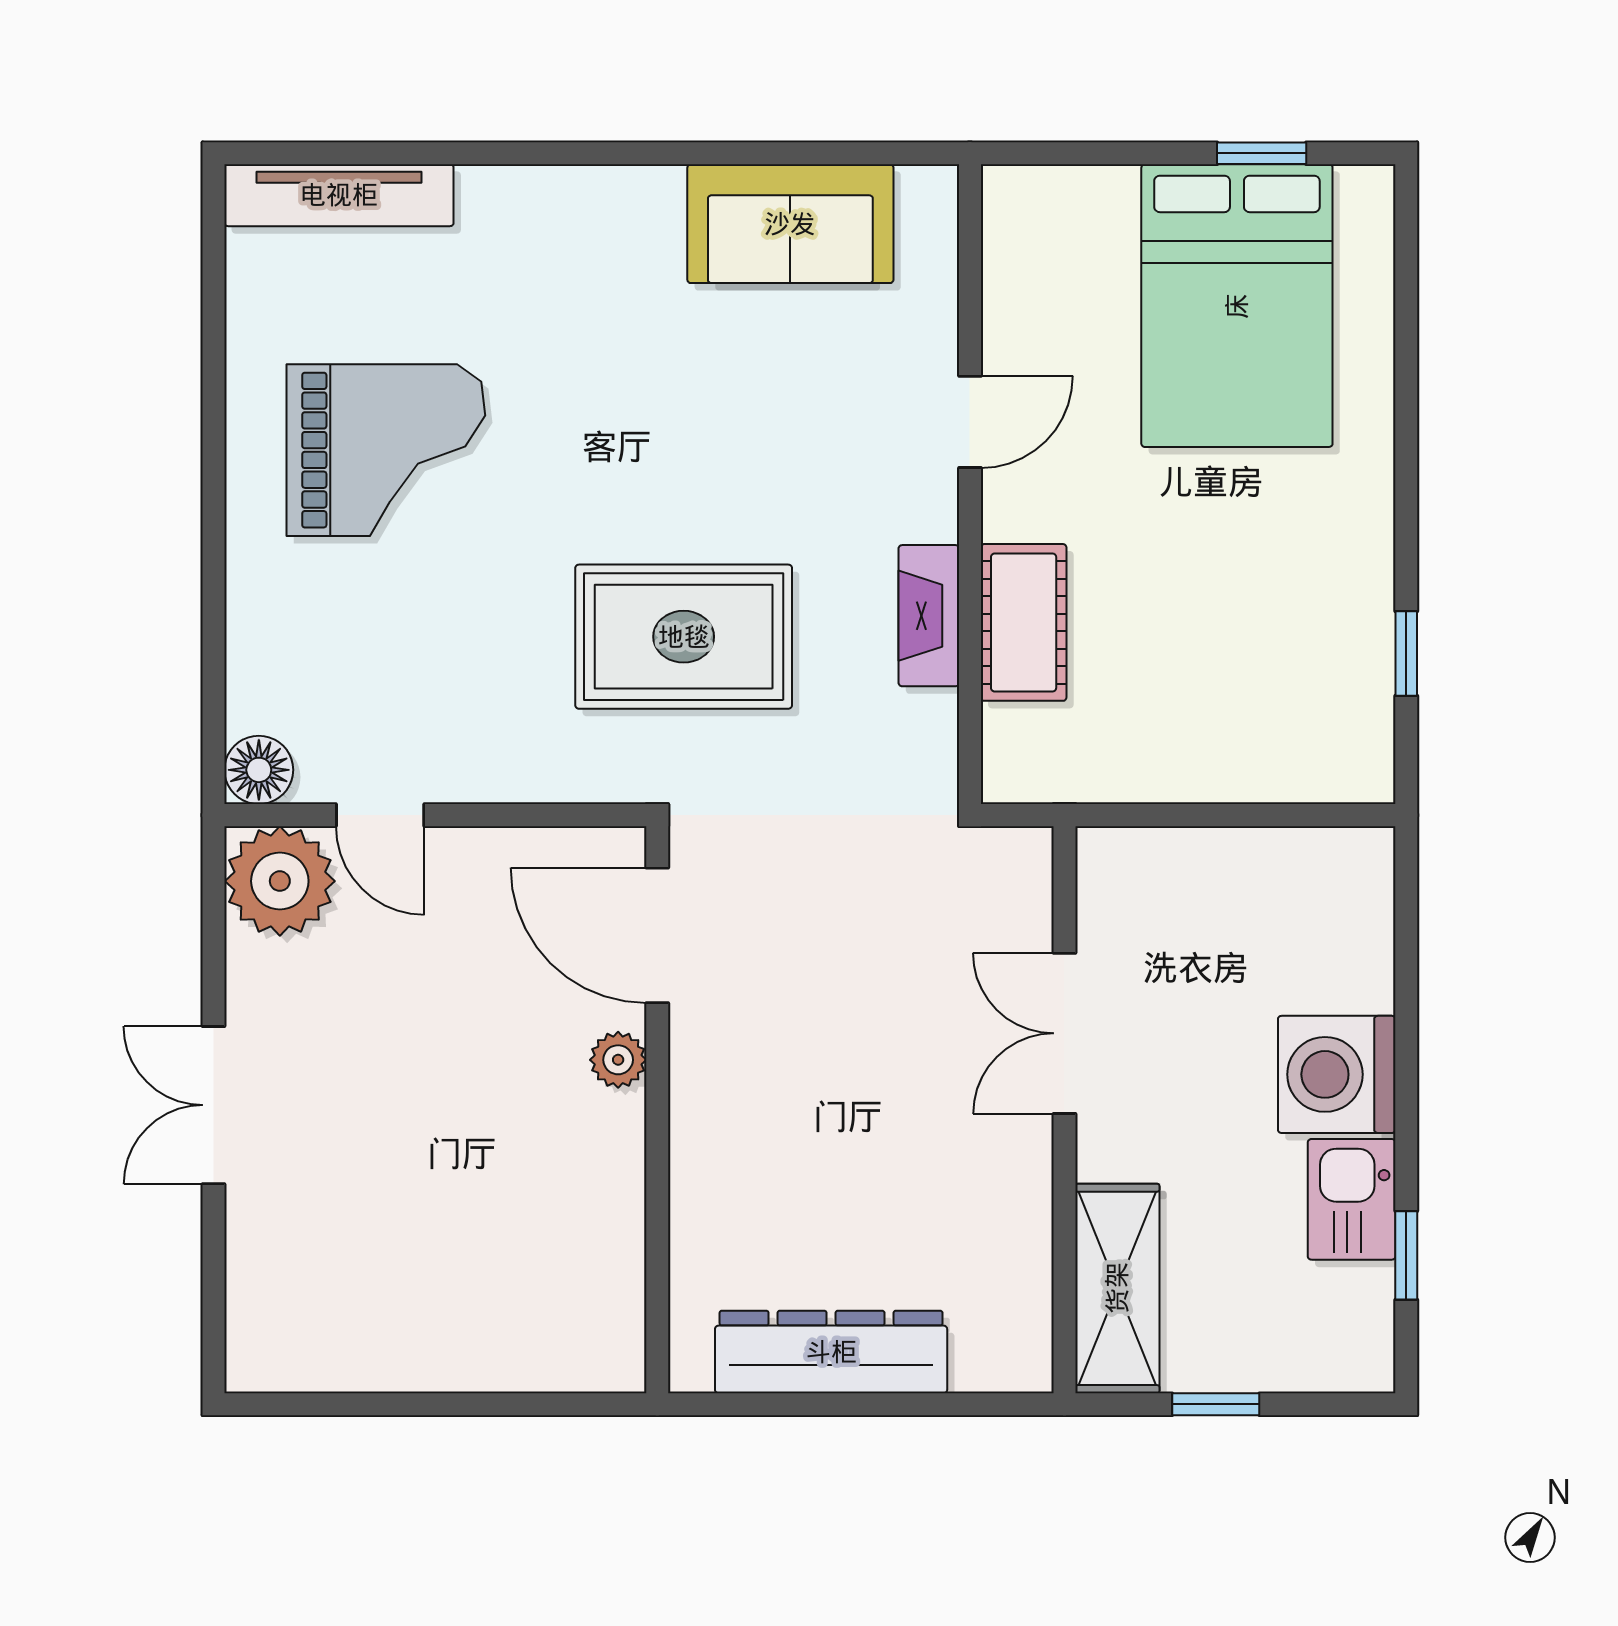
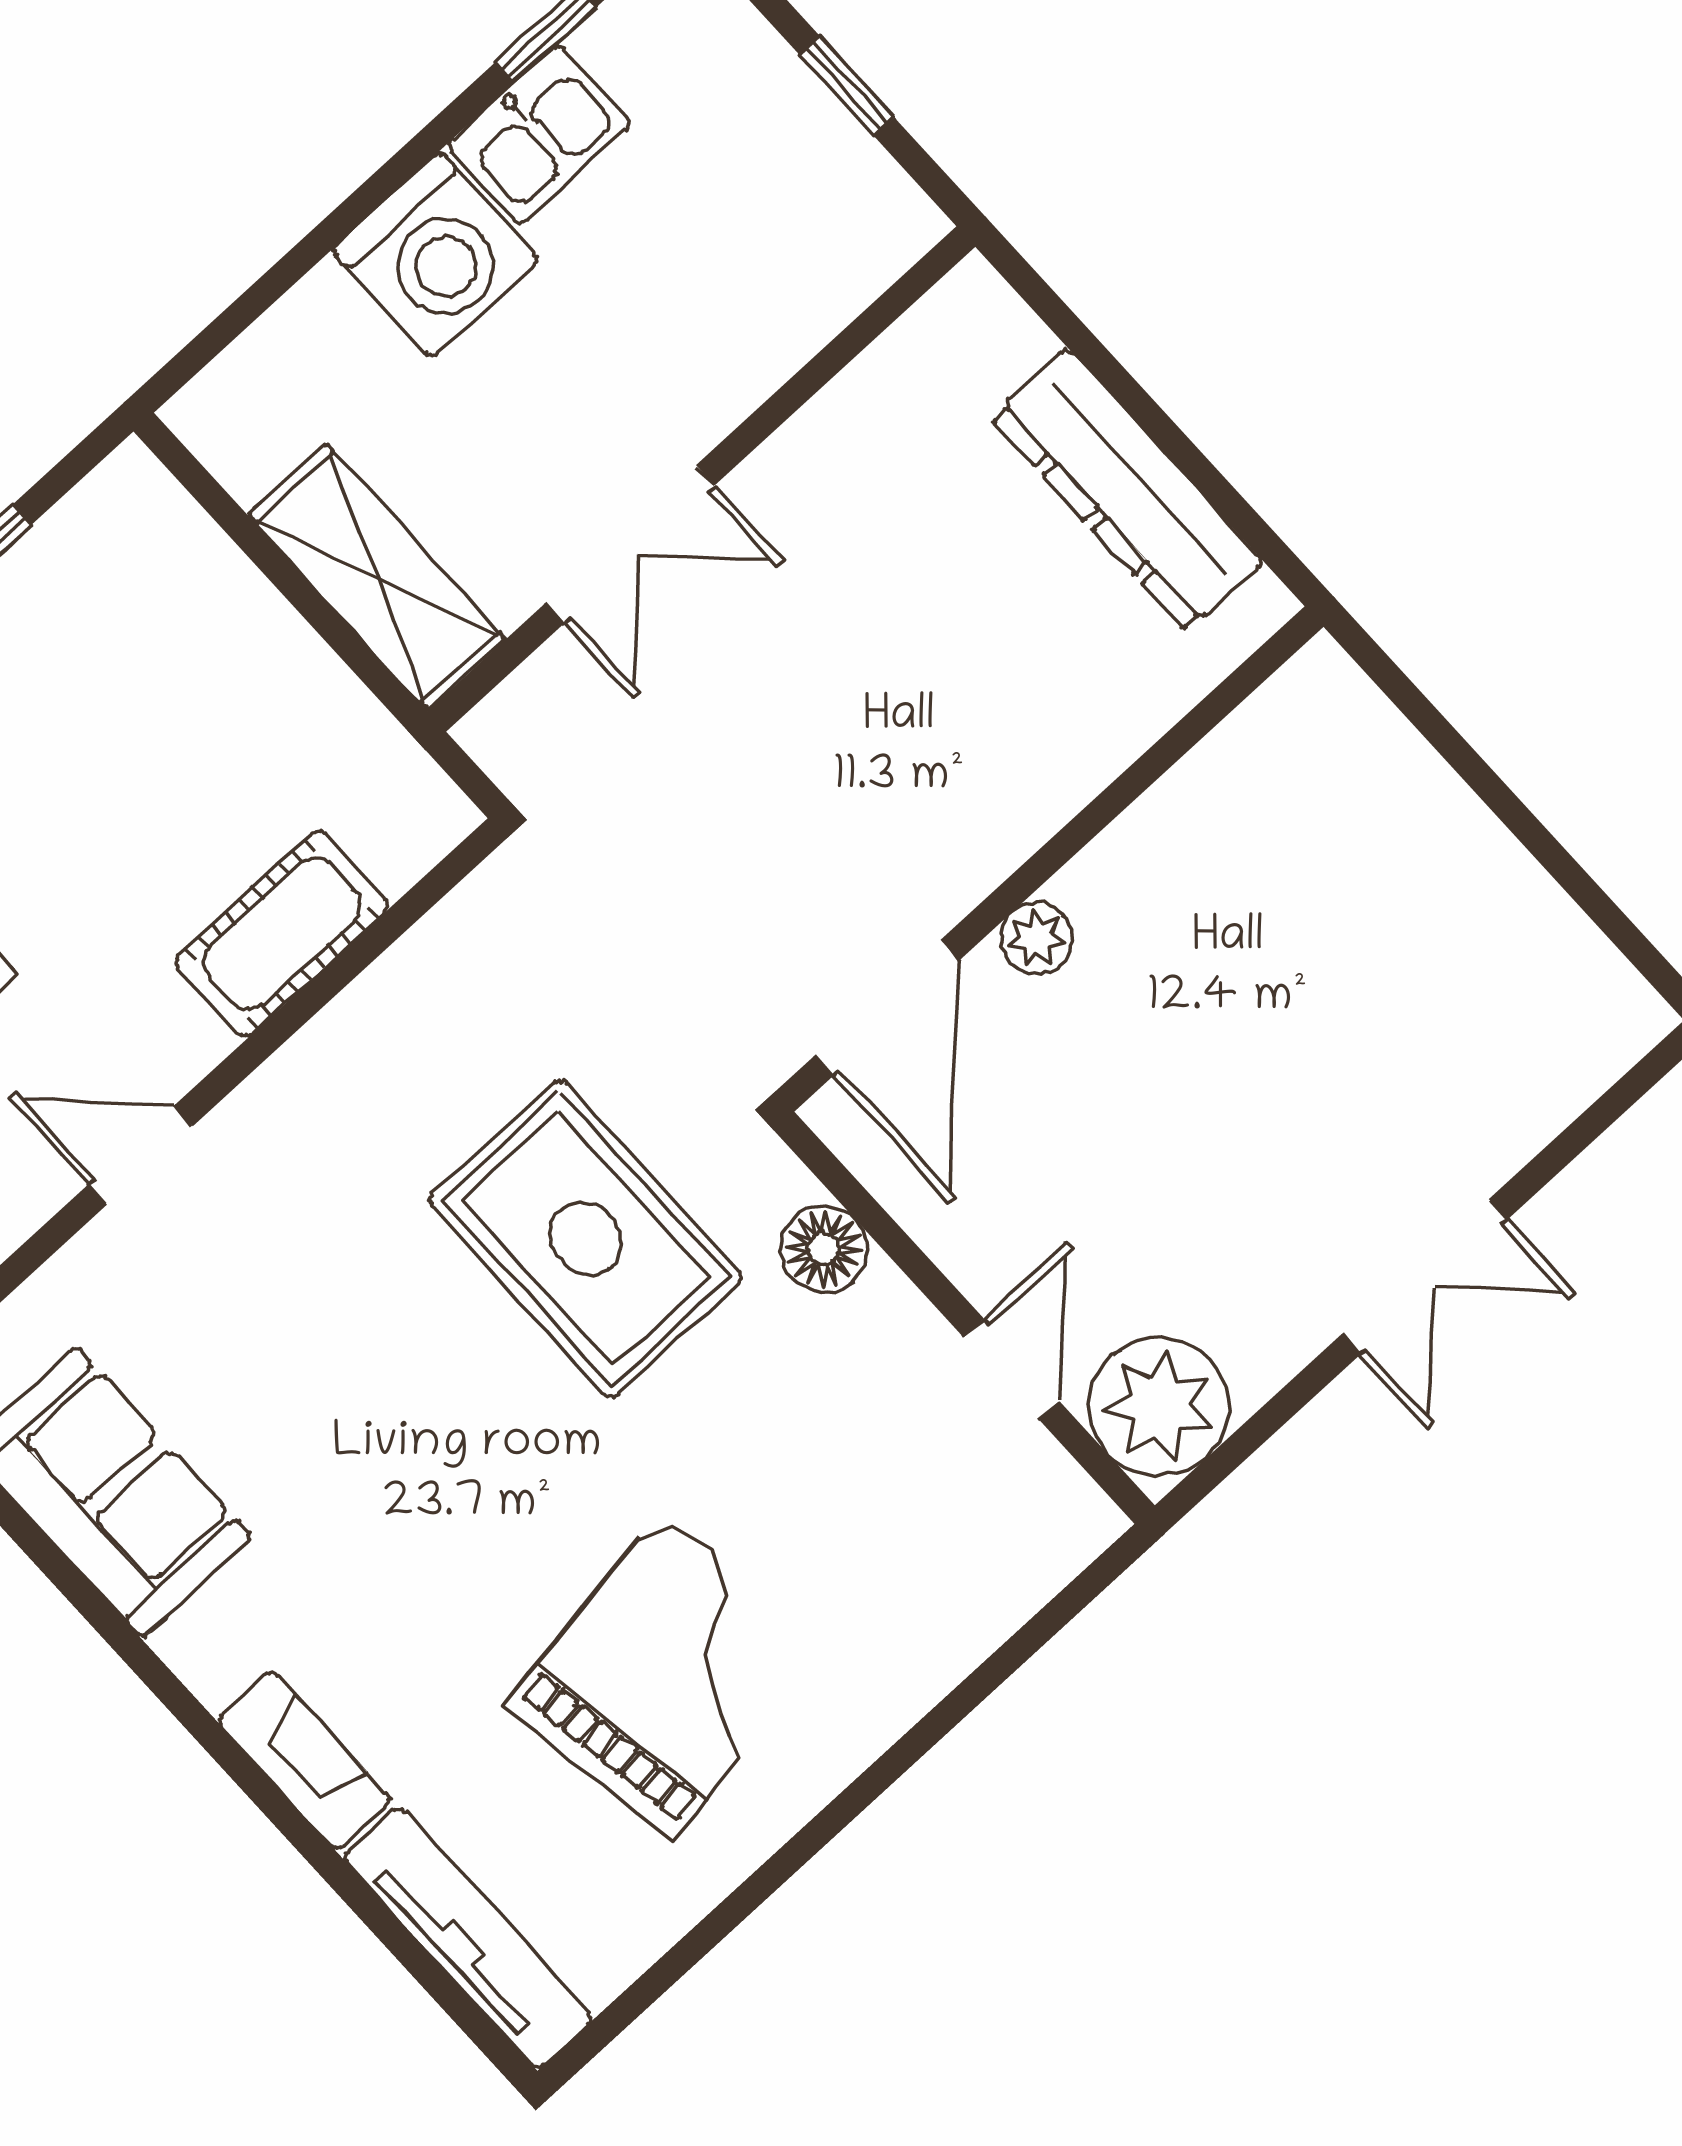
grand piano: (386, 450) -> (666, 1676), turned 81
fireplace: (929, 616) -> (304, 1760), moved, turned -90
floor lamp: (259, 770) -> (824, 1249), moved
shelving: (1117, 1288) -> (377, 578), moved, turned 90

